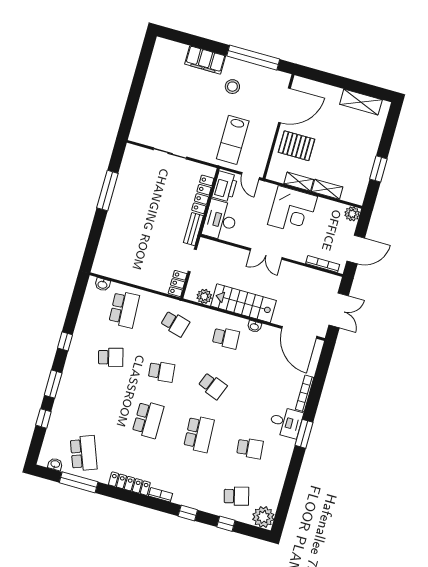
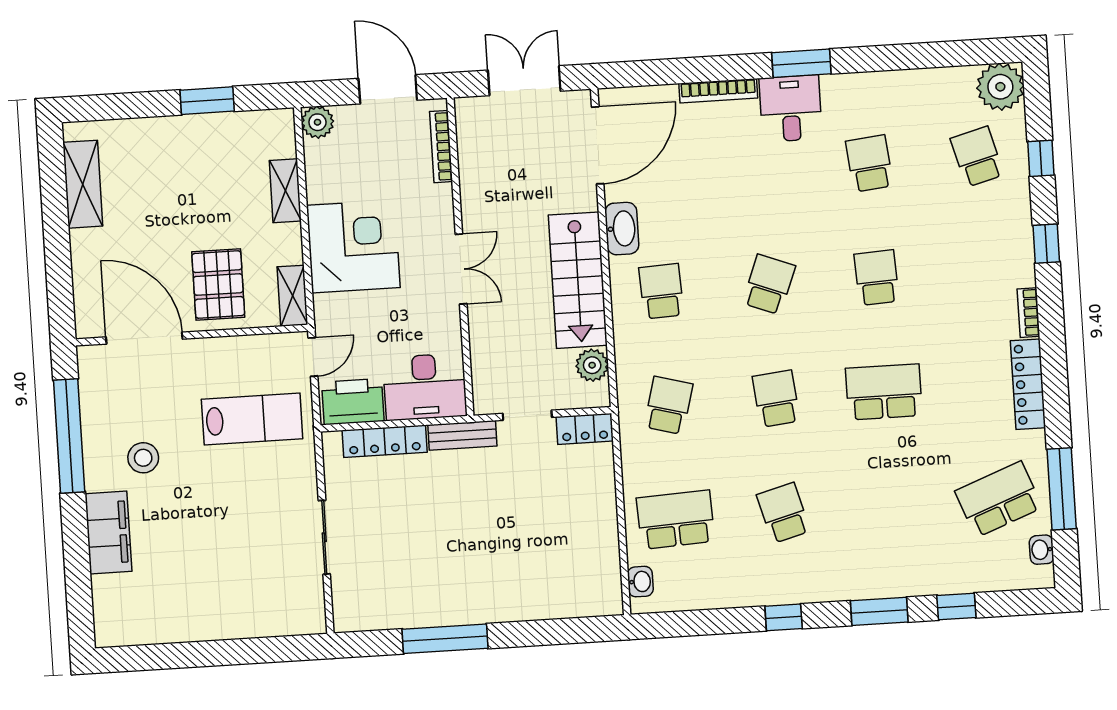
shelving: (299, 182) -> (293, 296), moved
washbasin: (254, 327) -> (622, 229), width x1.91, depth x1.45
school desk: (199, 434) -> (877, 278), width x0.54

